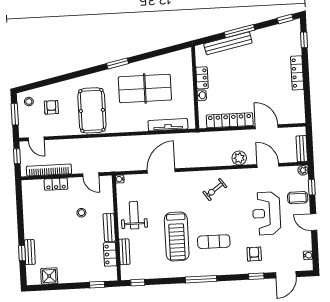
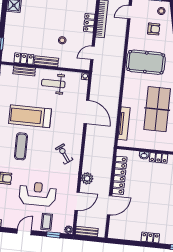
locker: (297, 73) -> (150, 238), width x0.66
weight bench: (134, 215) -> (53, 84), turned 180

